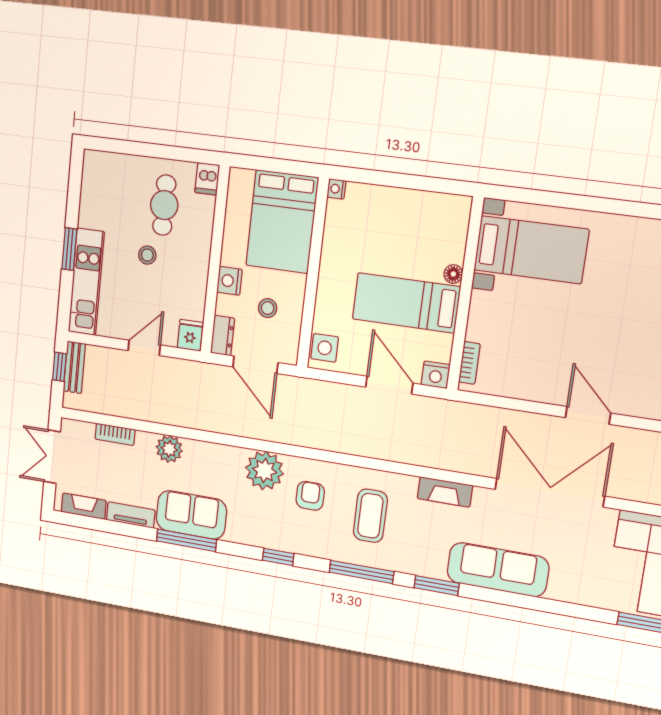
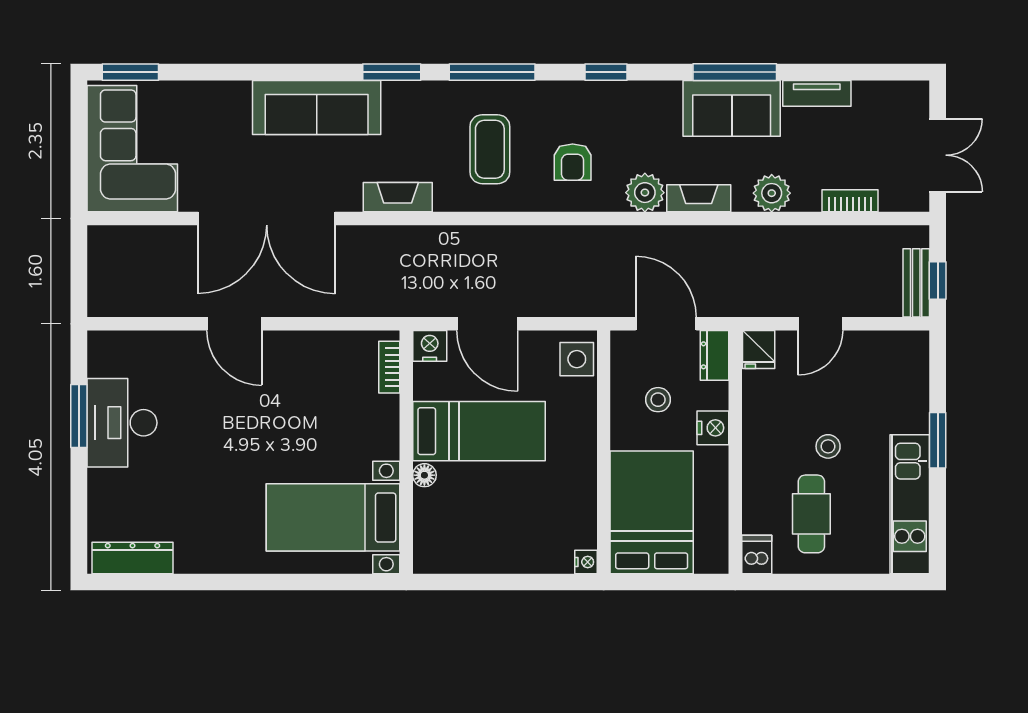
kitchen unit: (86, 282) -> (910, 504), moved
plant: (265, 471) -> (645, 193), width x0.73, depth x0.73
fireplace: (84, 506) -> (699, 198), moved, turned 180

